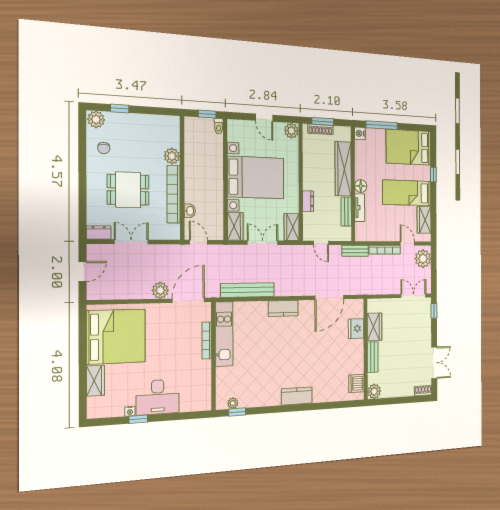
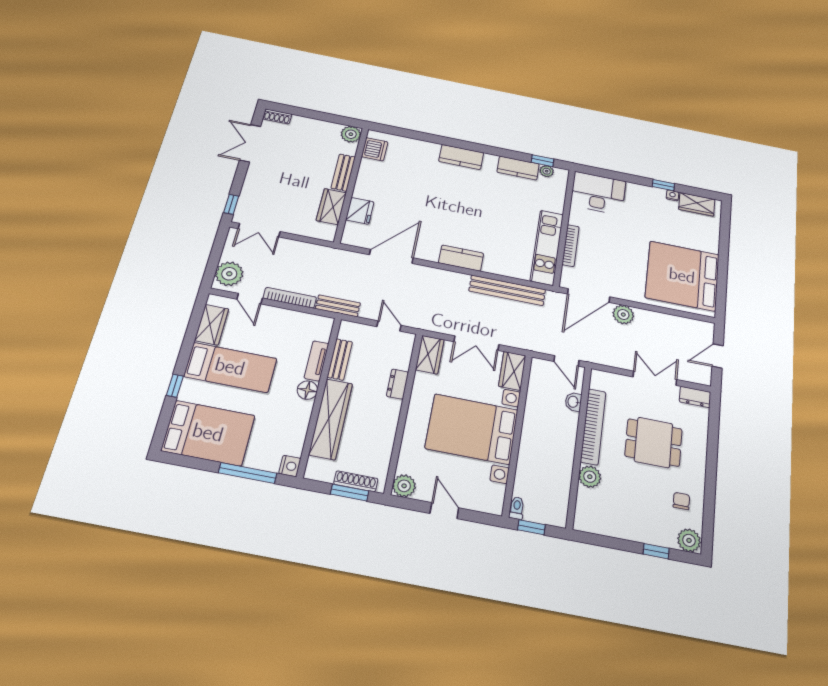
double door: (131, 242) -> (655, 378), swing flipped
wardrobe: (95, 381) -> (697, 204), moved, turned -90
desk: (158, 397) -> (598, 193), moved
kitchen counter: (254, 399) -> (518, 168), added

